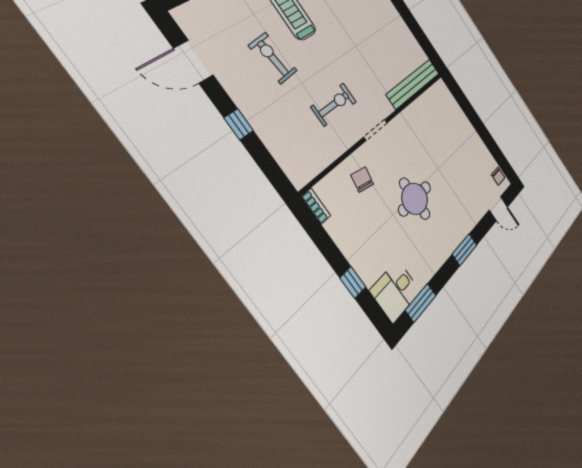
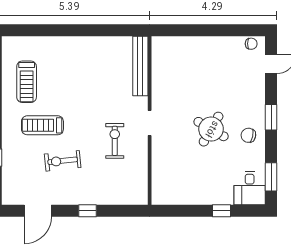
chair: (362, 180) -> (248, 135), moved
round table: (415, 199) -> (211, 129), turned 30
bookcase: (316, 206) -> (164, 200), removed

